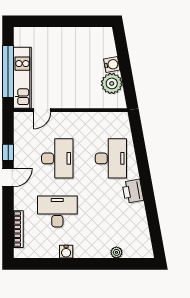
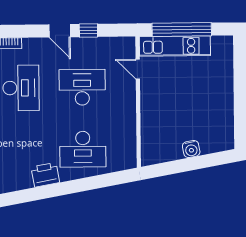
plant: (112, 83) -> (169, 149), removed
desk: (57, 158) -> (82, 87), turned 180

